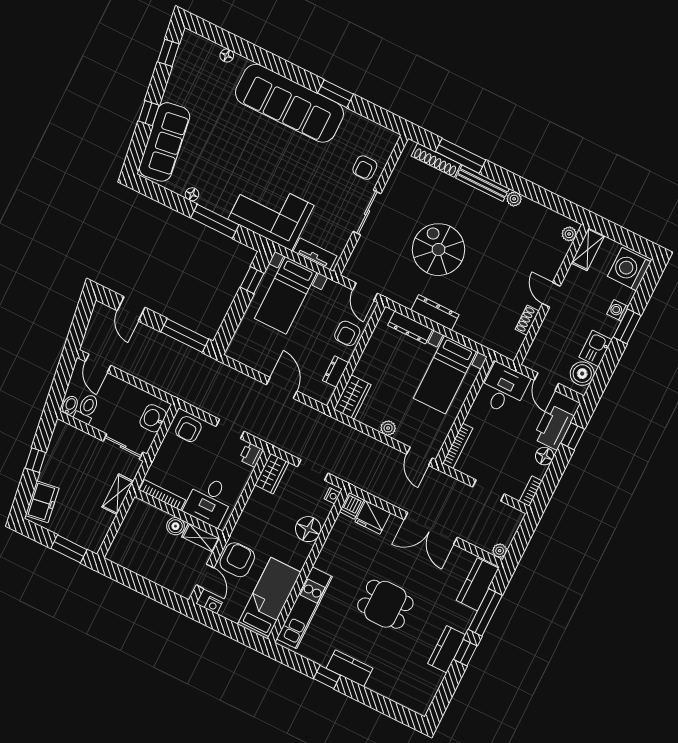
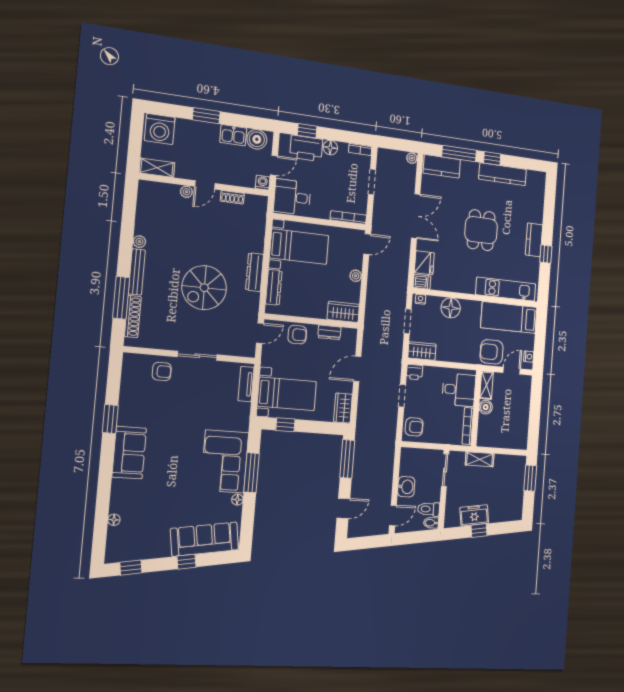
sofa: (289, 103) -> (129, 453), width x0.54, depth x0.79
corner sofa: (271, 212) -> (225, 461), moved
plant: (569, 234) -> (186, 192), moved
washing machine: (618, 310) -> (263, 183), moved, turned 180
wardrobe: (244, 353) -> (343, 408), added
washbasin: (153, 418) -> (406, 487), moved, turned -90
freezer: (42, 502) -> (474, 515), moved
kitchen counter: (447, 649) -> (503, 174), width x1.50

